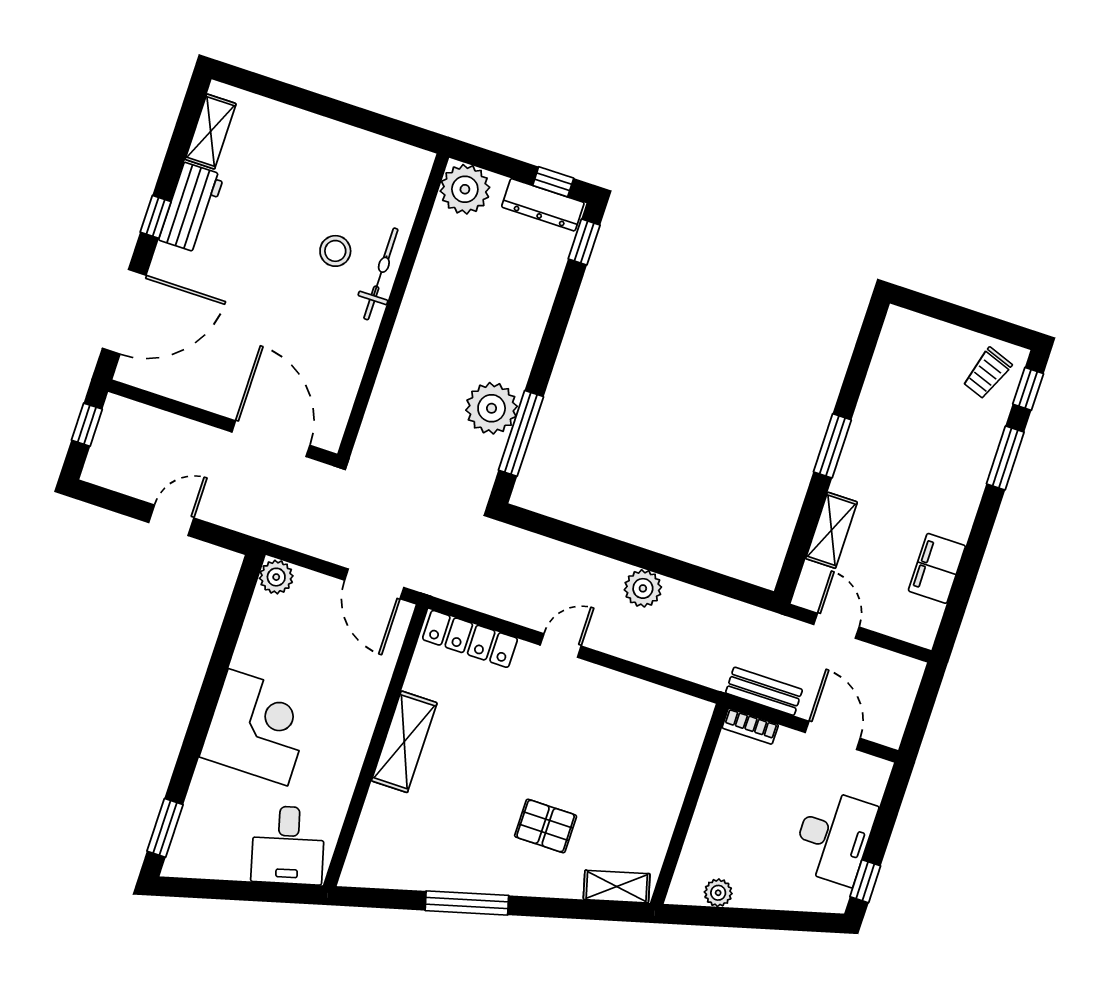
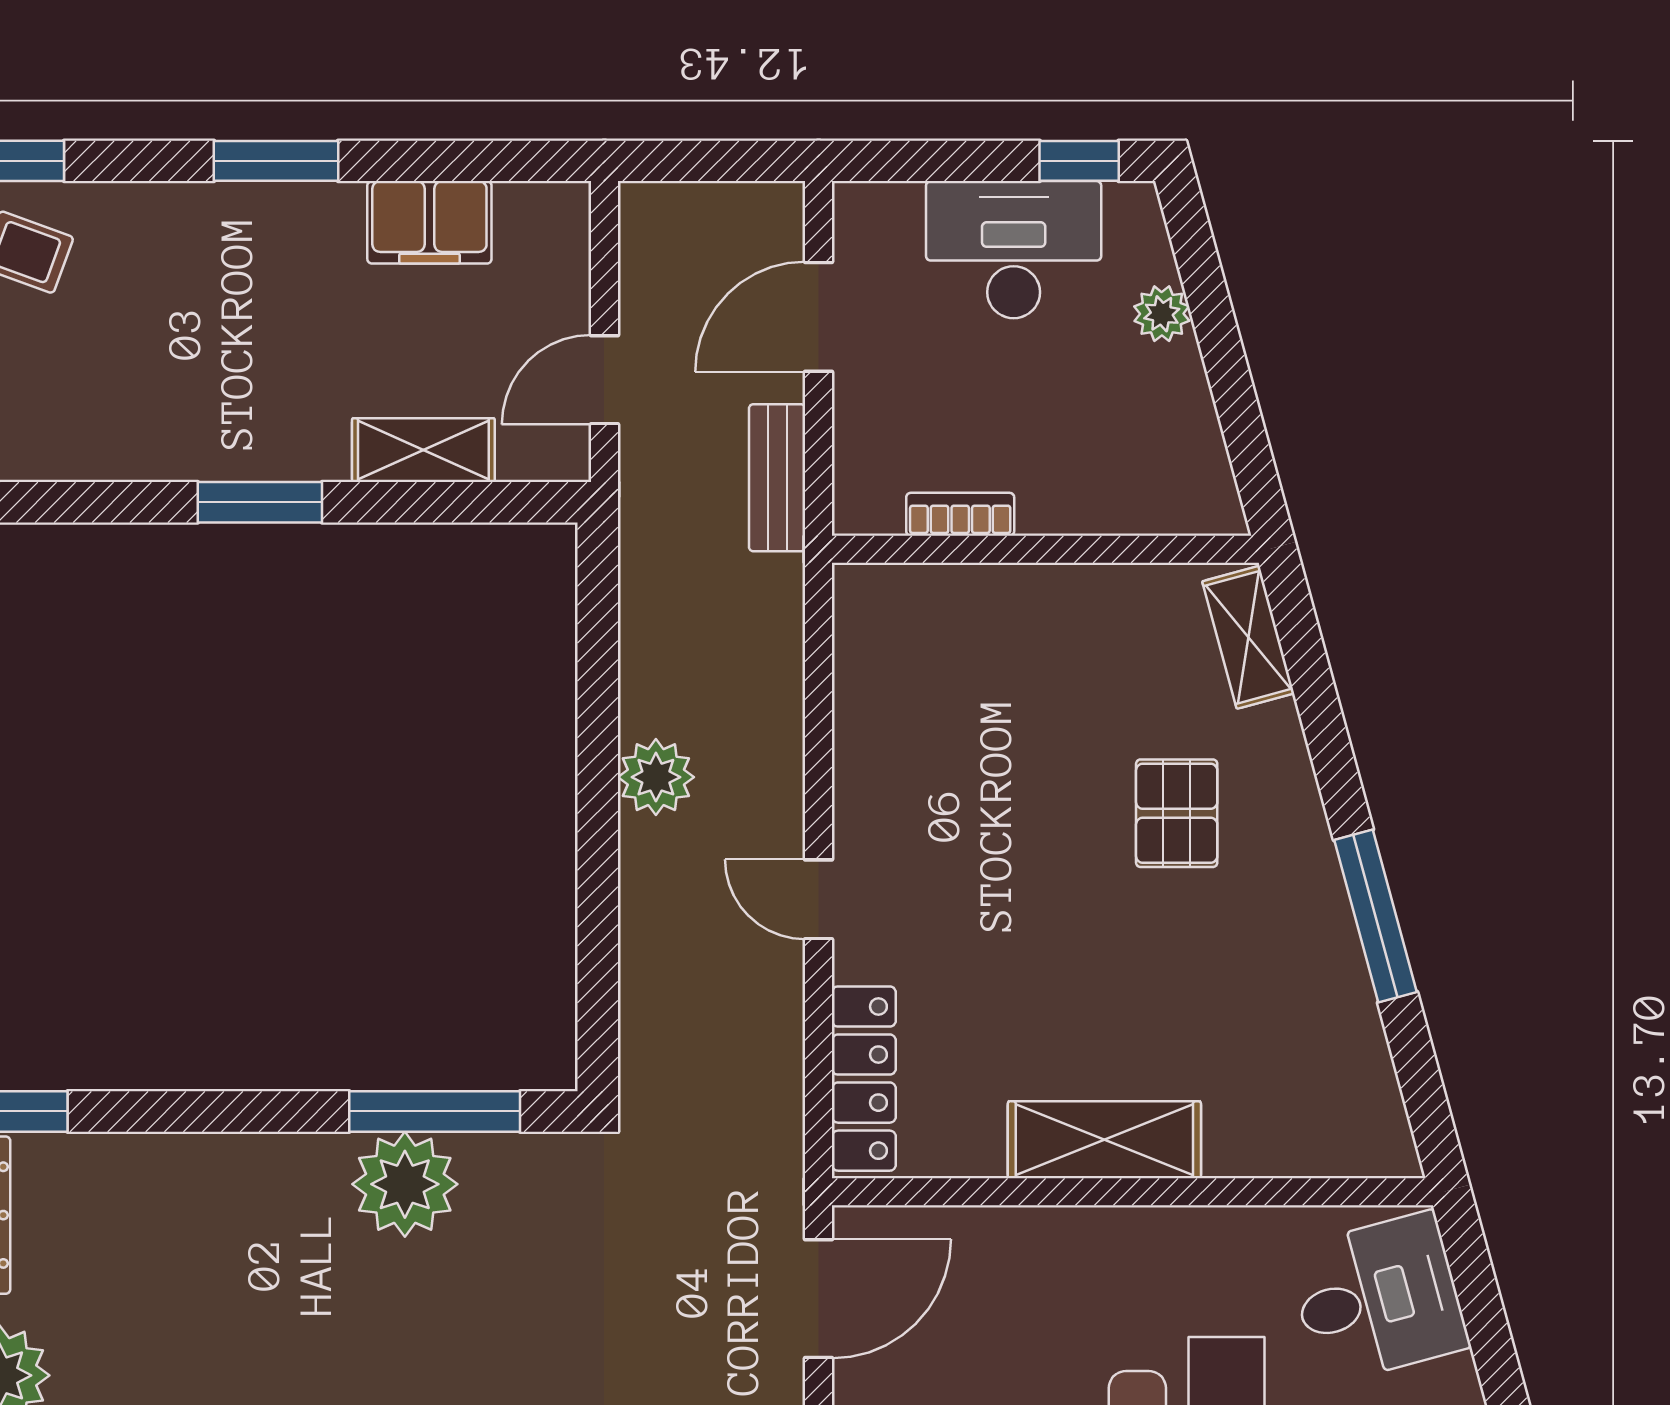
window: (1005, 458) -> (276, 161), moved
bookcase: (750, 726) -> (960, 514), moved, turned -90
plant: (718, 893) -> (1162, 314), moved

